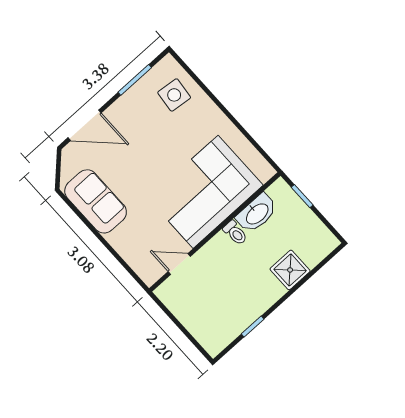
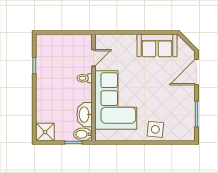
side table: (174, 95) -> (155, 129), moved
bidet: (282, 194) -> (83, 134), added
toilet: (235, 233) -> (85, 78), moved
shower: (290, 270) -> (45, 132), moved

